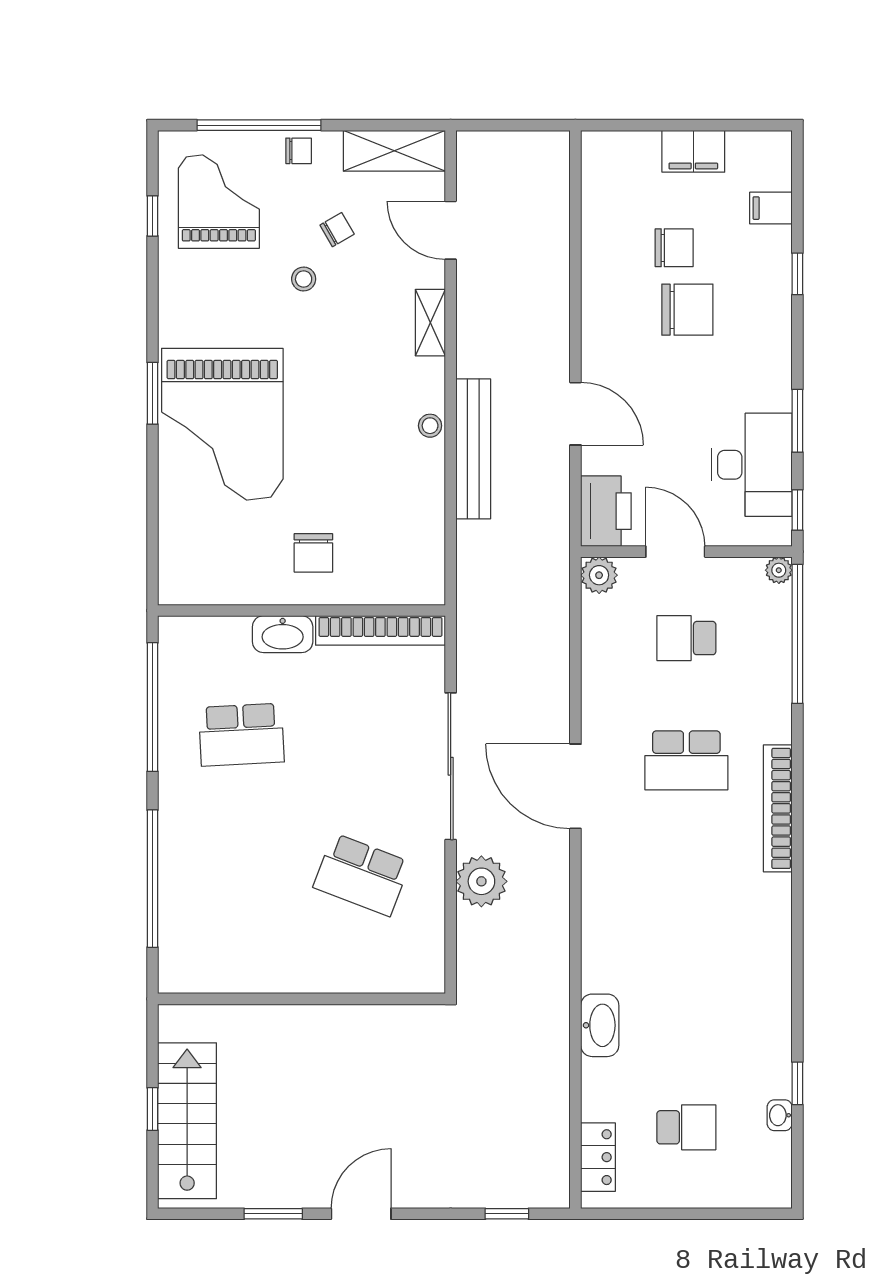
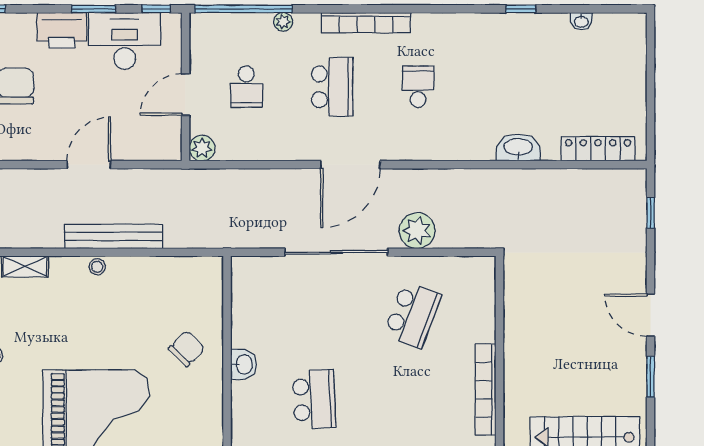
printer: (606, 511) -> (62, 30), moved, turned 180
chair: (313, 553) -> (186, 349), turned -45
plant: (779, 570) -> (283, 22), moved
bookcase: (380, 630) -> (486, 390), moved, turned 180
washbasin: (283, 634) -> (244, 364), width x0.72
window: (797, 1083) -> (521, 9), moved
school desk: (686, 1127) -> (418, 87), moved
locker: (598, 1157) -> (598, 149), width x1.53

